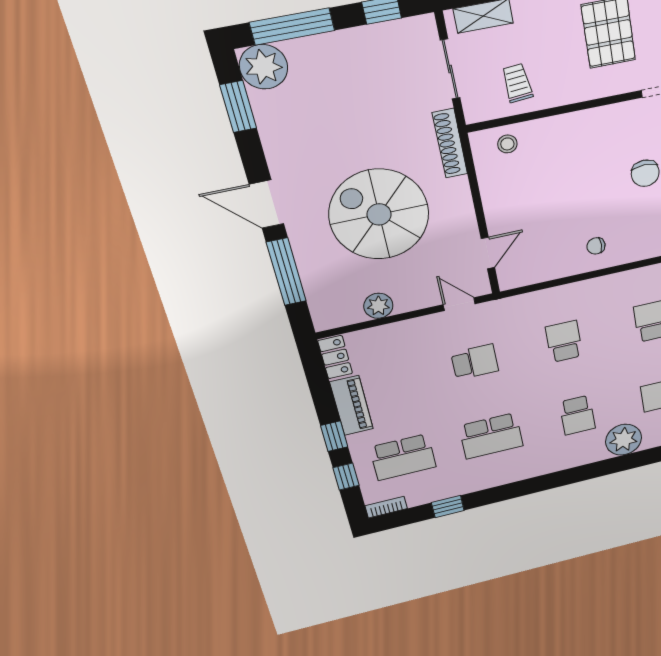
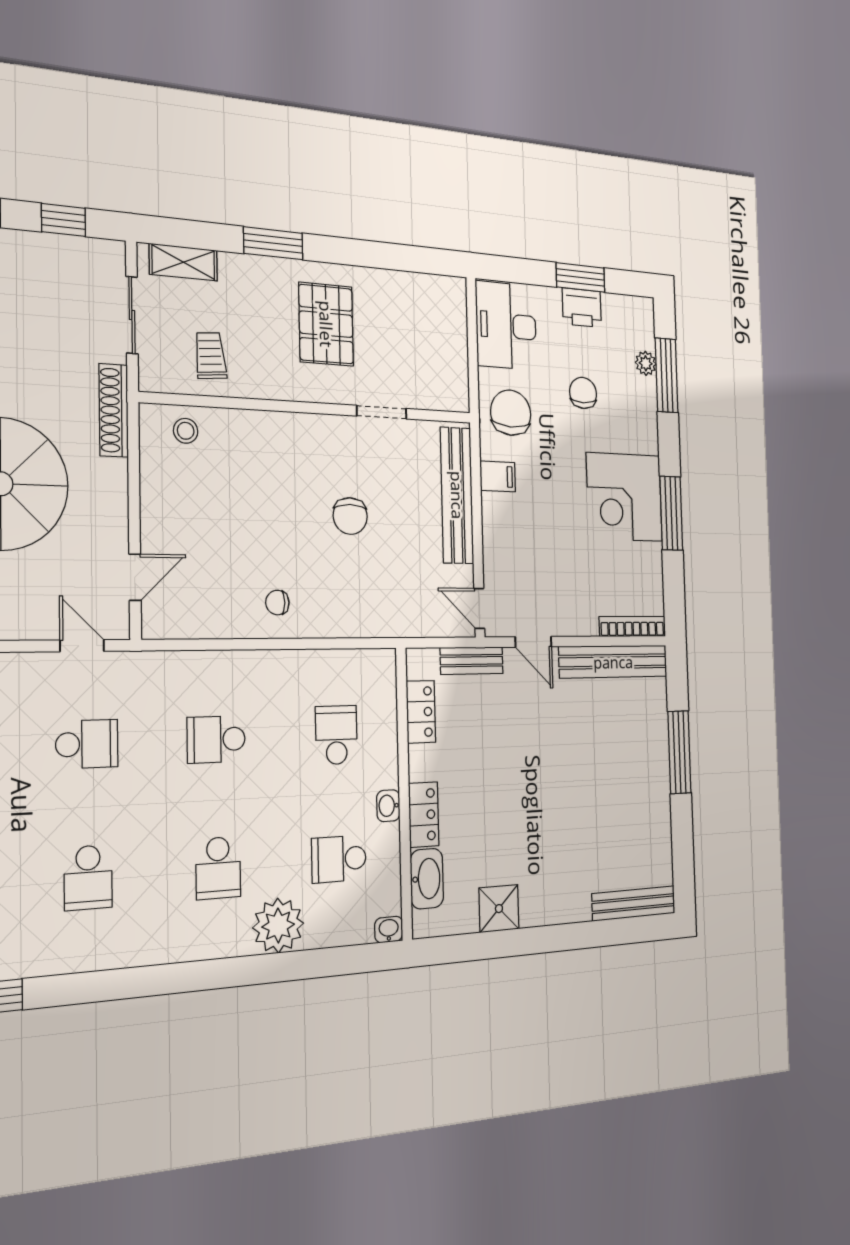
school desk: (564, 341) -> (216, 739), turned -90
school desk: (491, 436) -> (88, 877), width x0.54

